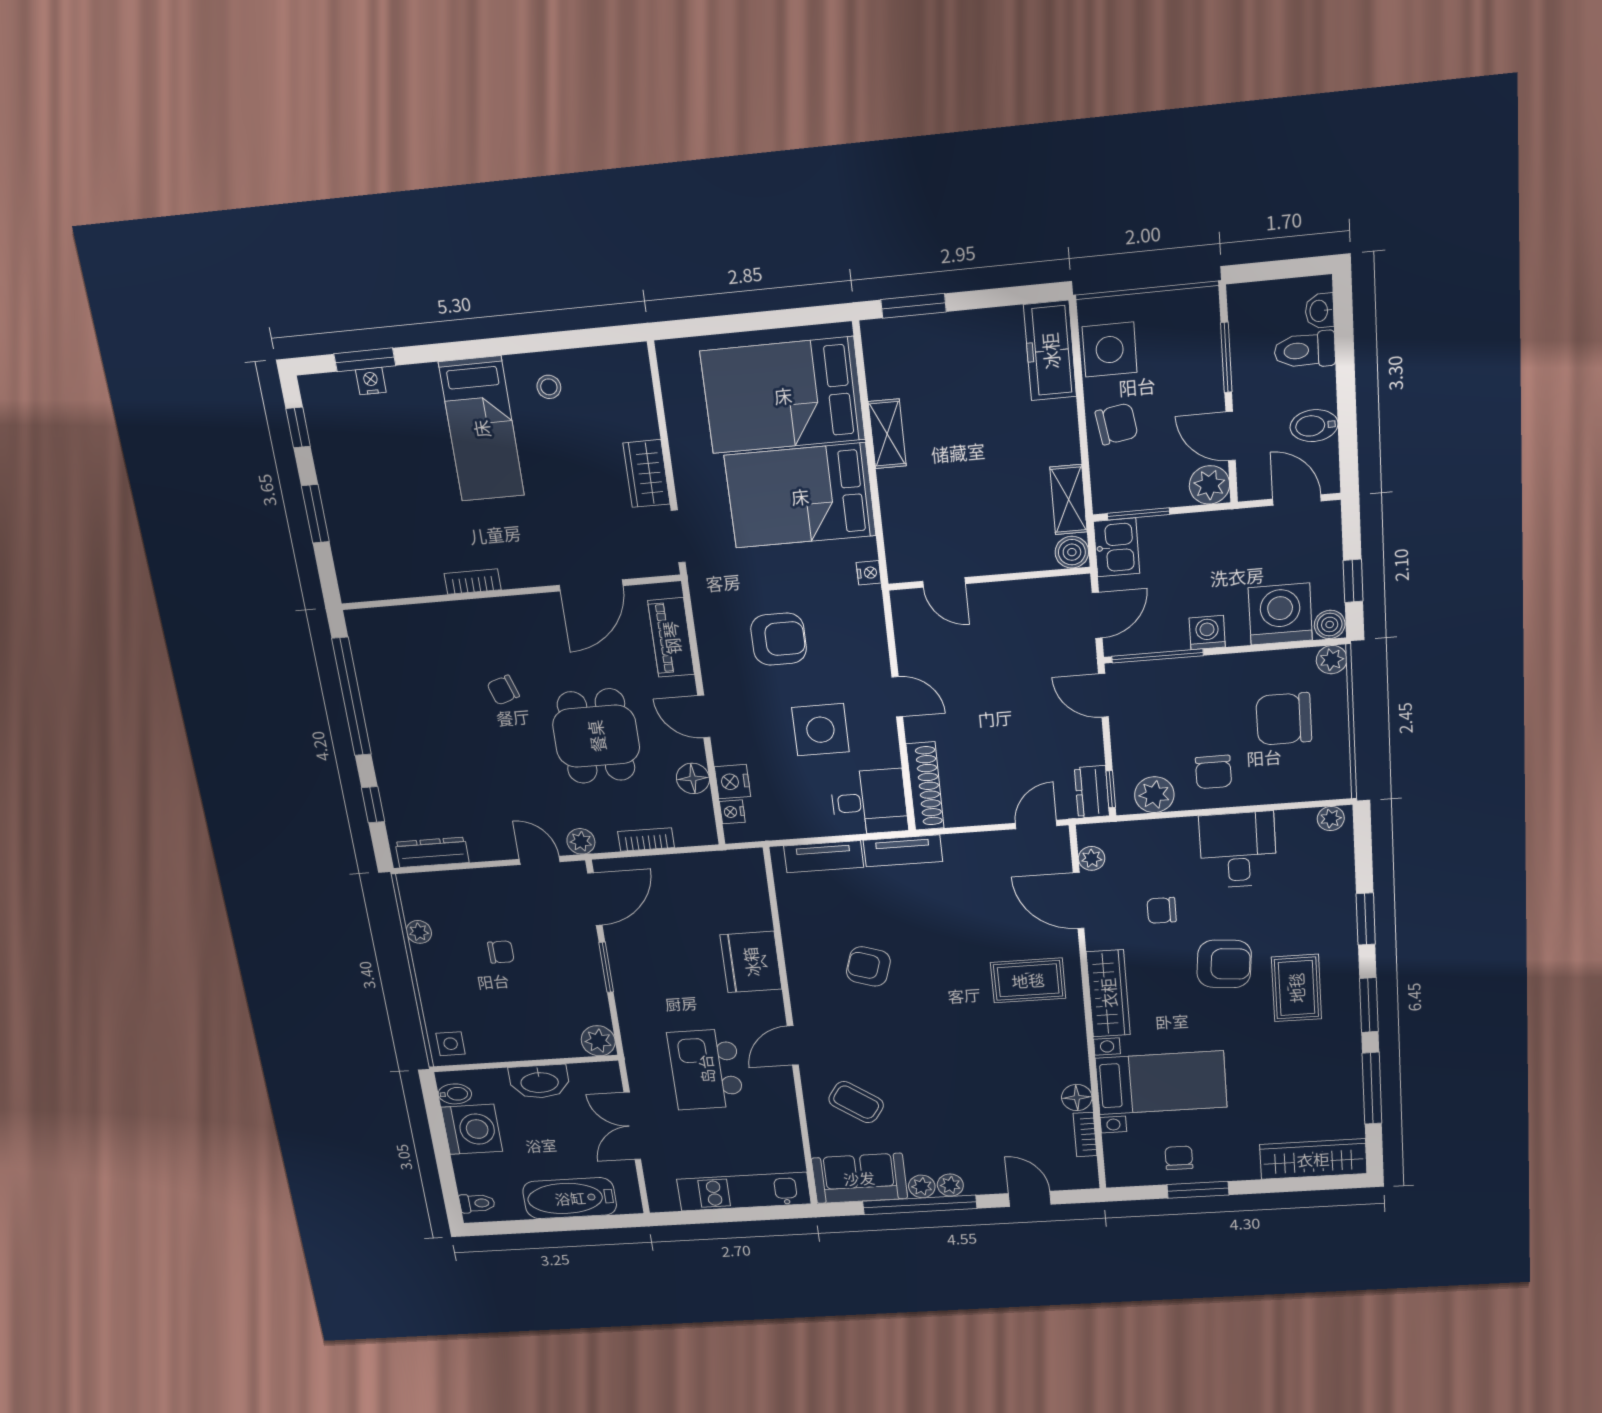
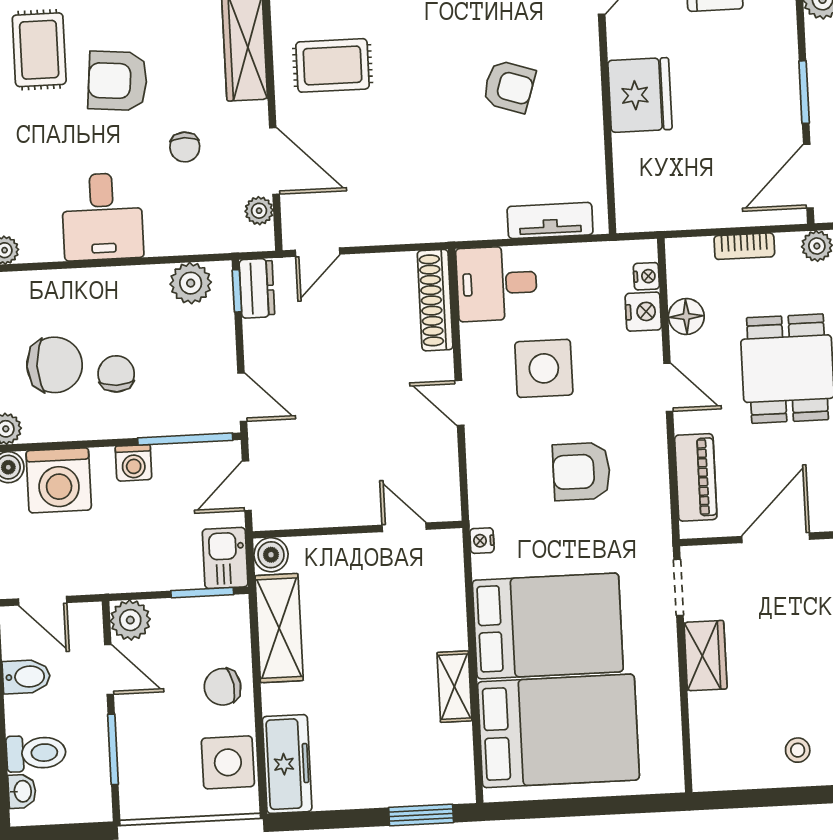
shelving: (1069, 500) -> (279, 628), width x1.50, depth x1.33
chair: (1213, 772) -> (116, 374), moved
tv unit: (903, 851) -> (463, 225), removed
chair: (1162, 910) -> (185, 147), turned 90

